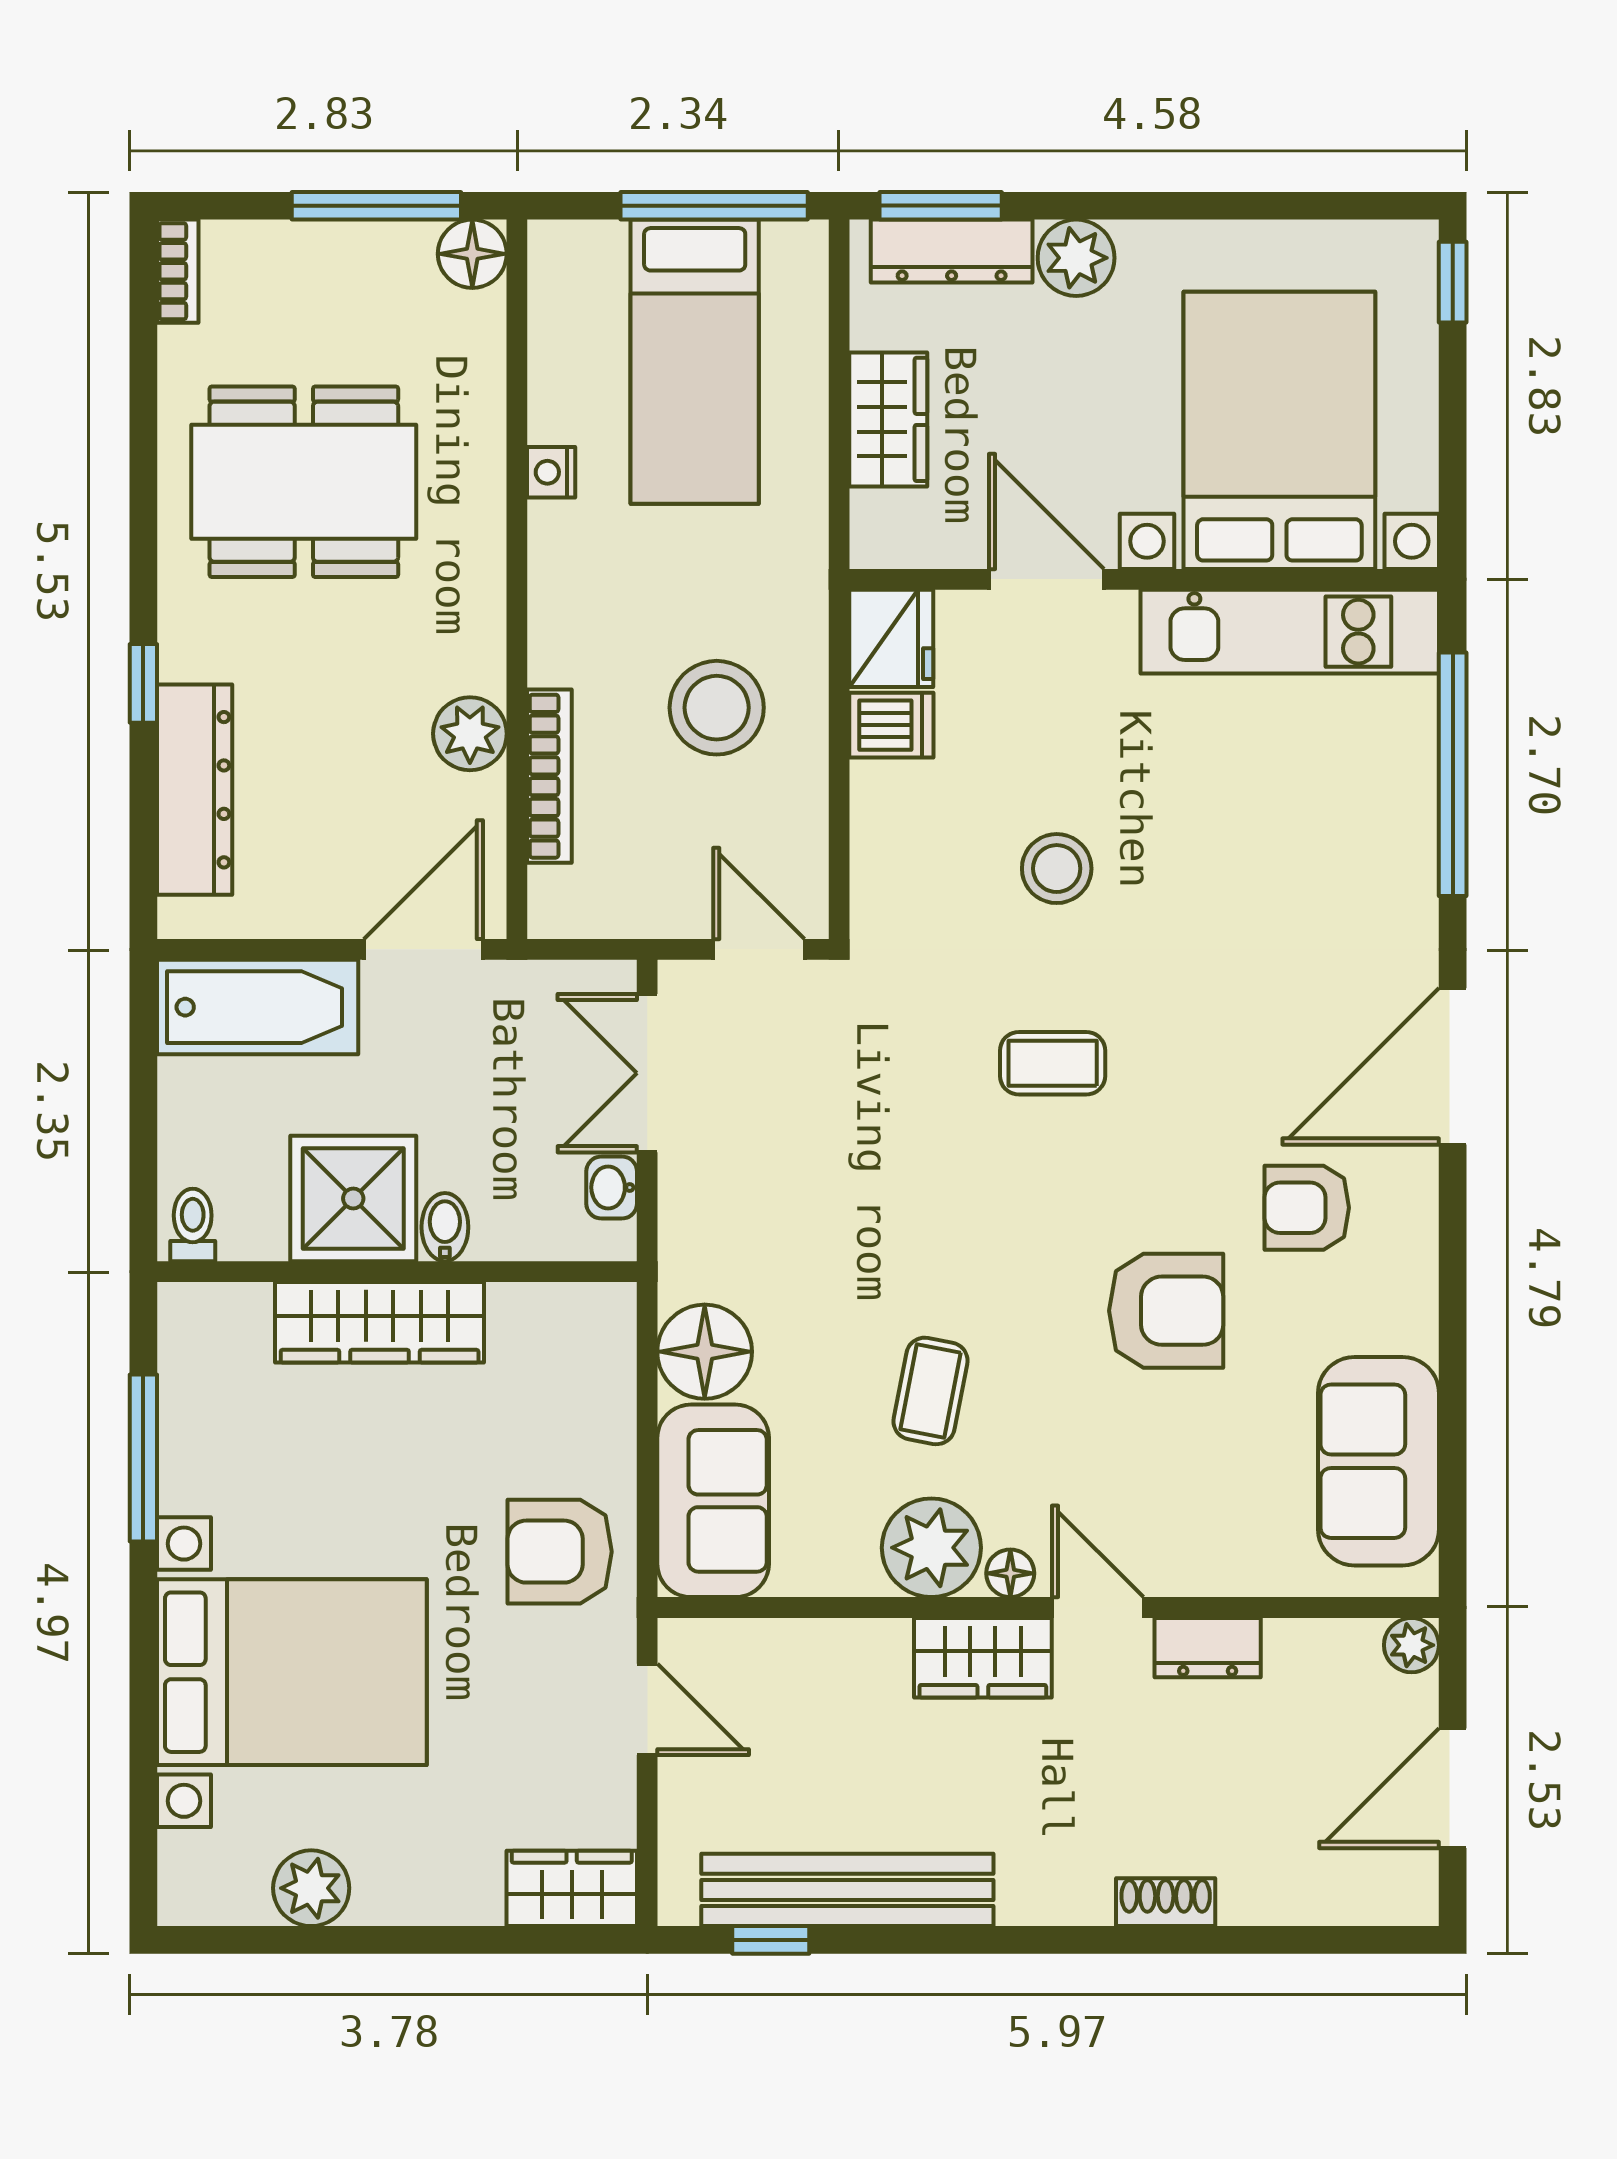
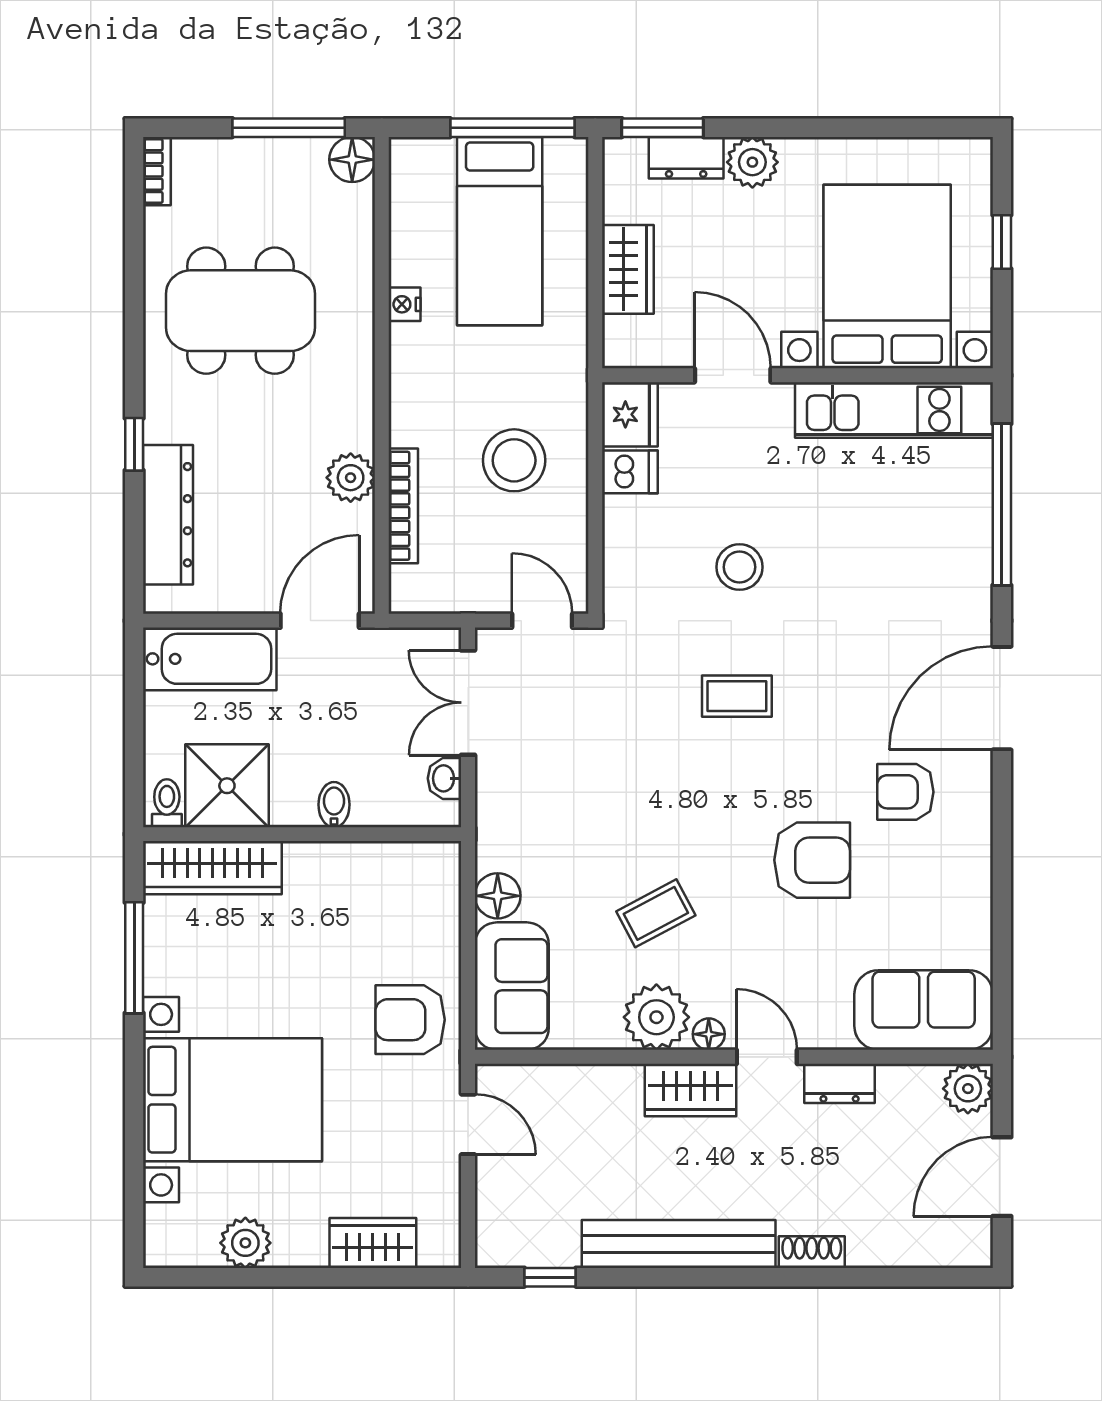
dresser: (952, 251) -> (686, 158), width x0.70
window: (1453, 282) -> (1002, 242), moved
shower: (353, 1198) -> (227, 786), moved
wardrobe: (380, 1322) -> (212, 868), moved
floor lamp: (705, 1352) -> (498, 896), width x0.73, depth x0.73
coffee table: (930, 1391) -> (656, 913), turned 51
sofa: (1378, 1461) -> (924, 1010), moved, turned 90
plant: (1411, 1645) -> (968, 1089), width x1.38, depth x1.38
wardrobe: (572, 1888) -> (373, 1243), moved
bench: (847, 1890) -> (679, 1244), moved

